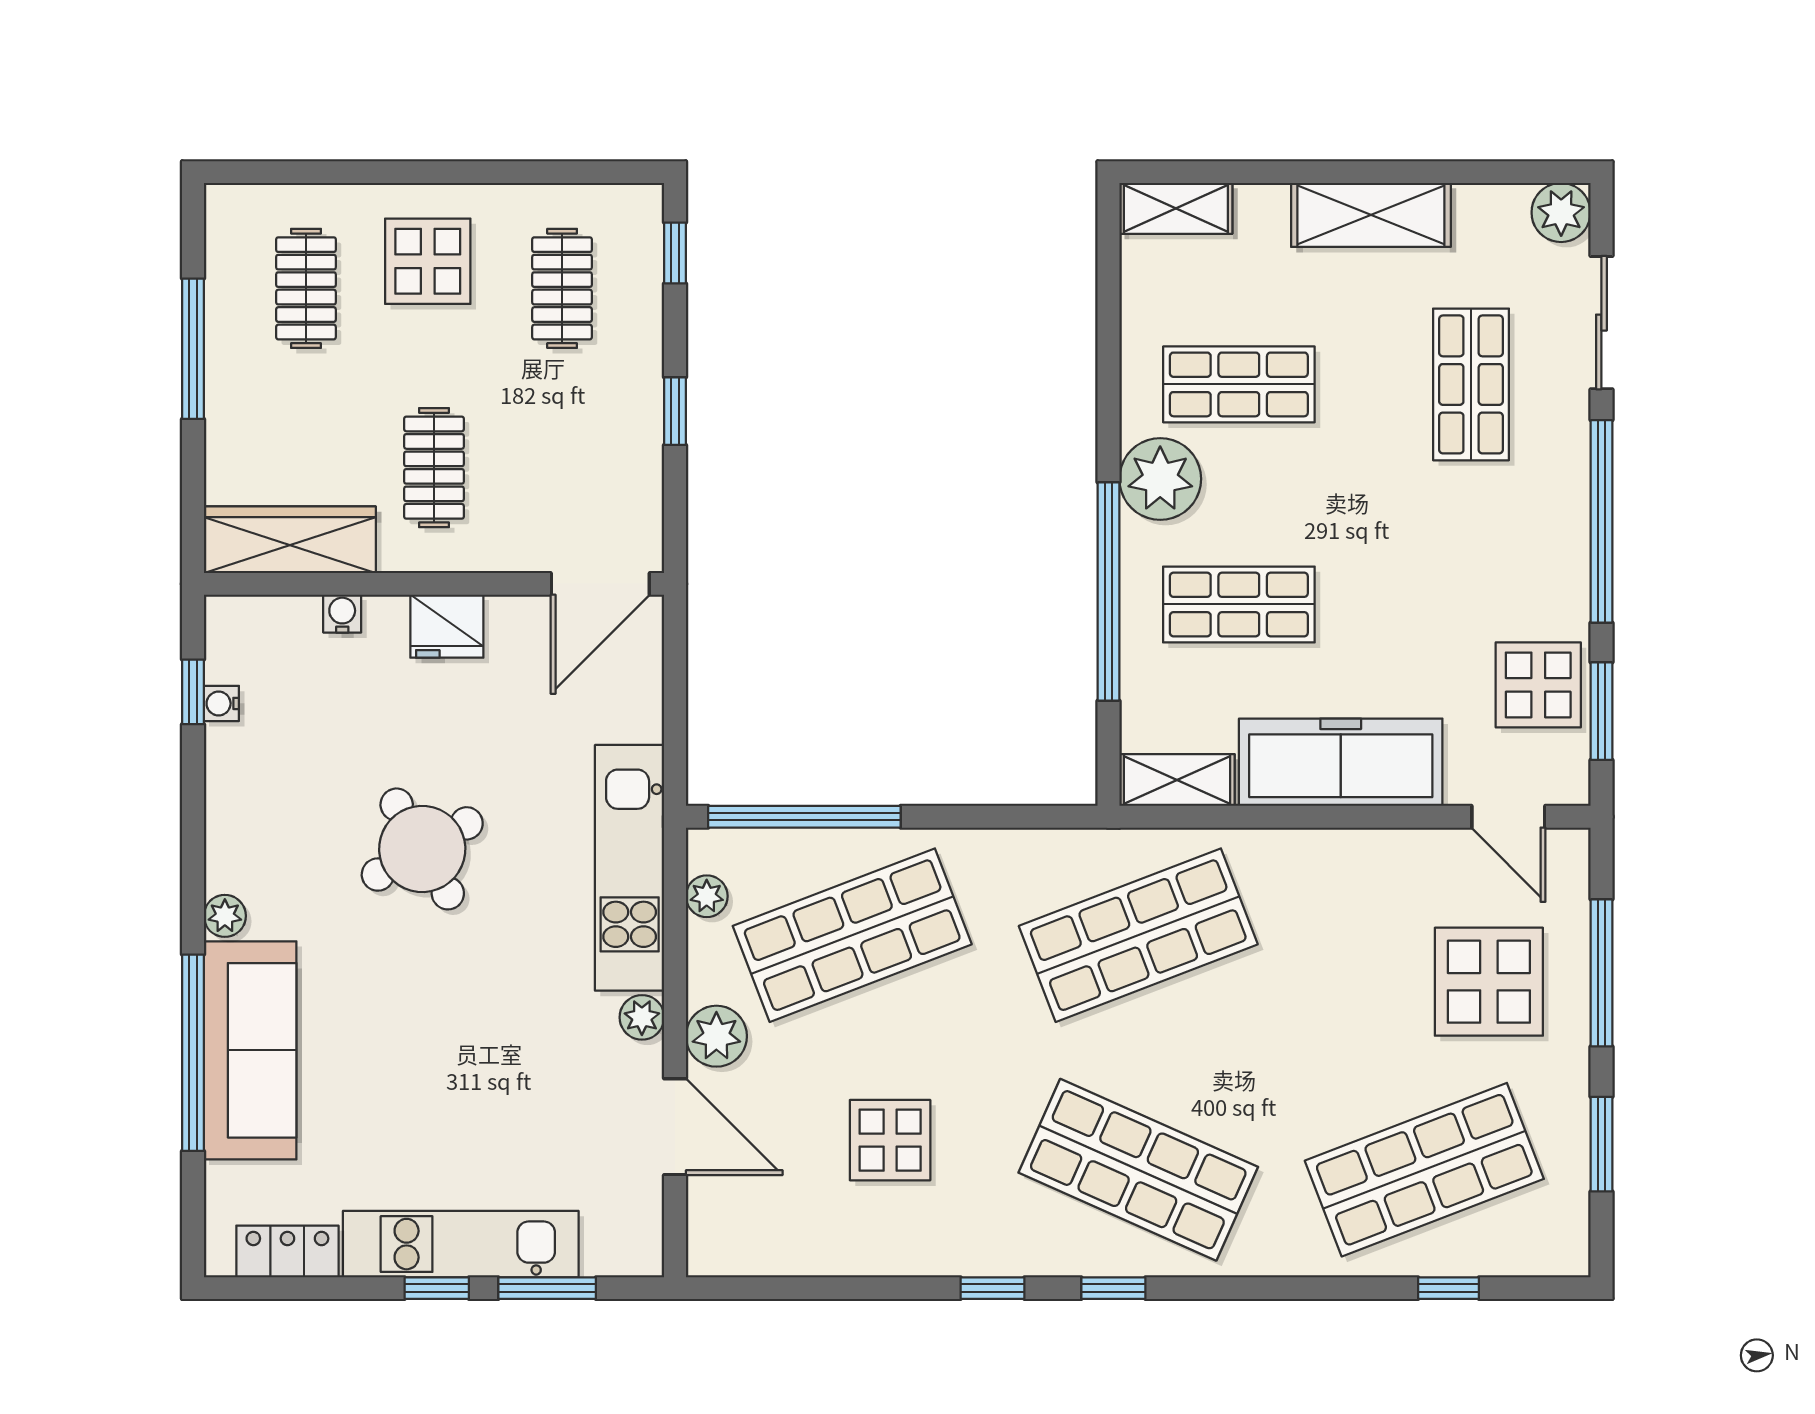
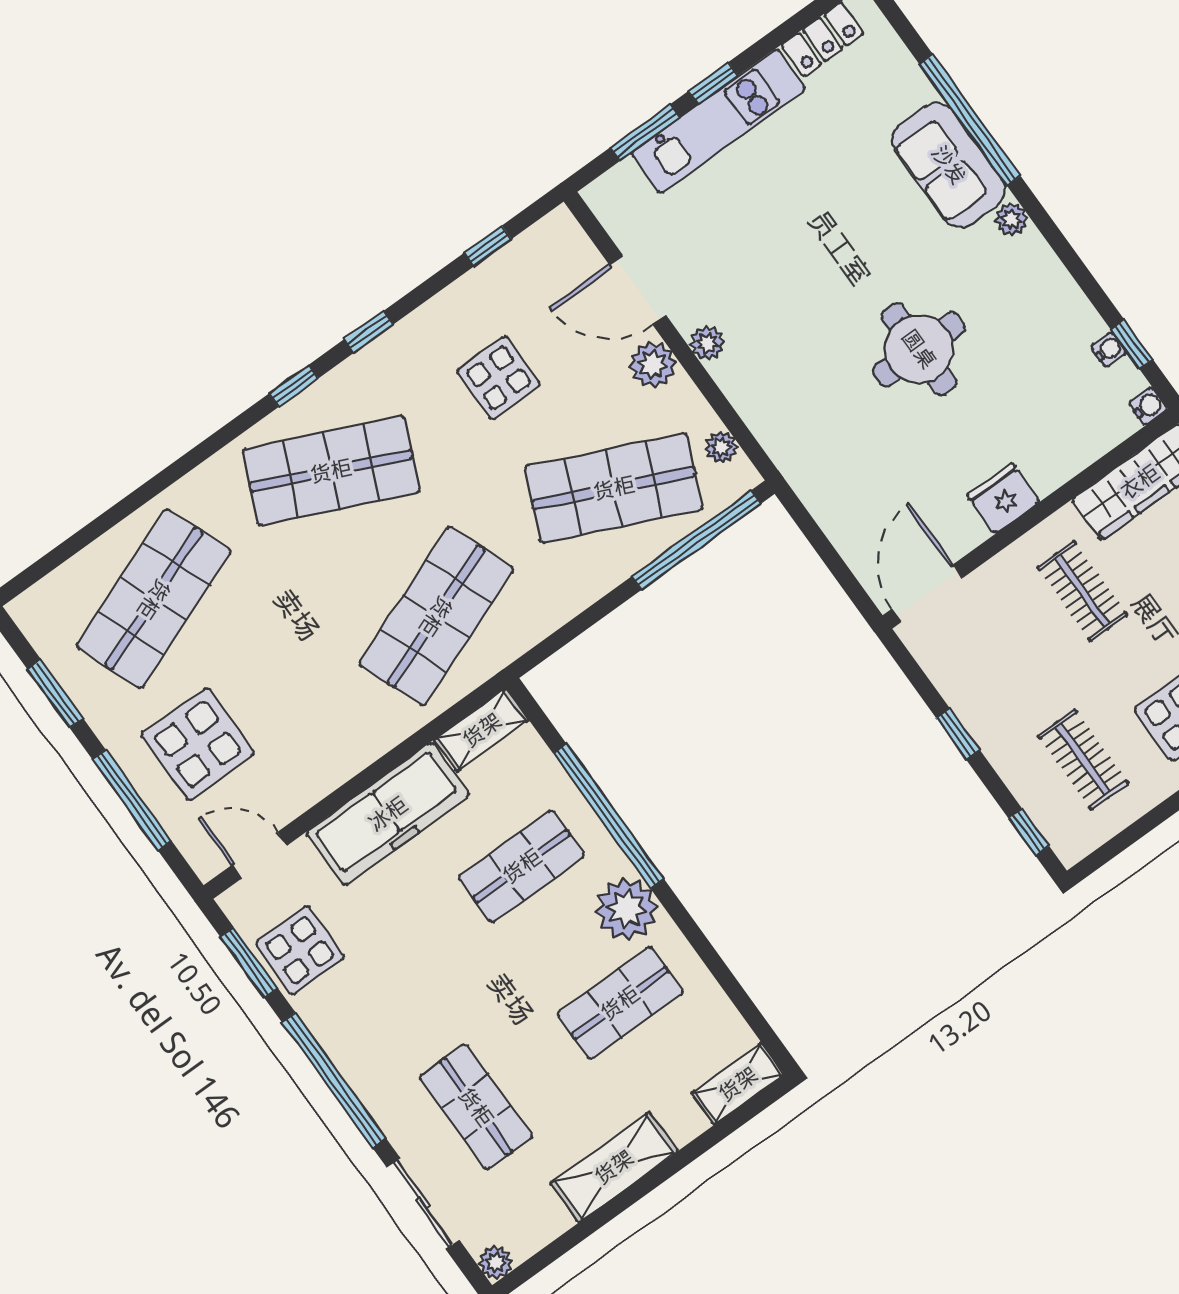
plant: (1561, 212) -> (496, 1262), width x0.73, depth x0.73
water cooler: (342, 614) -> (1148, 406), moved, turned -90
round table: (422, 849) -> (919, 349), turned 30
kitchen unit: (630, 868) -> (782, 430), removed
shop shelf: (852, 935) -> (614, 488), turned 45
sofa: (250, 1050) -> (949, 165), width x0.73
window: (1449, 1288) -> (488, 246), moved

